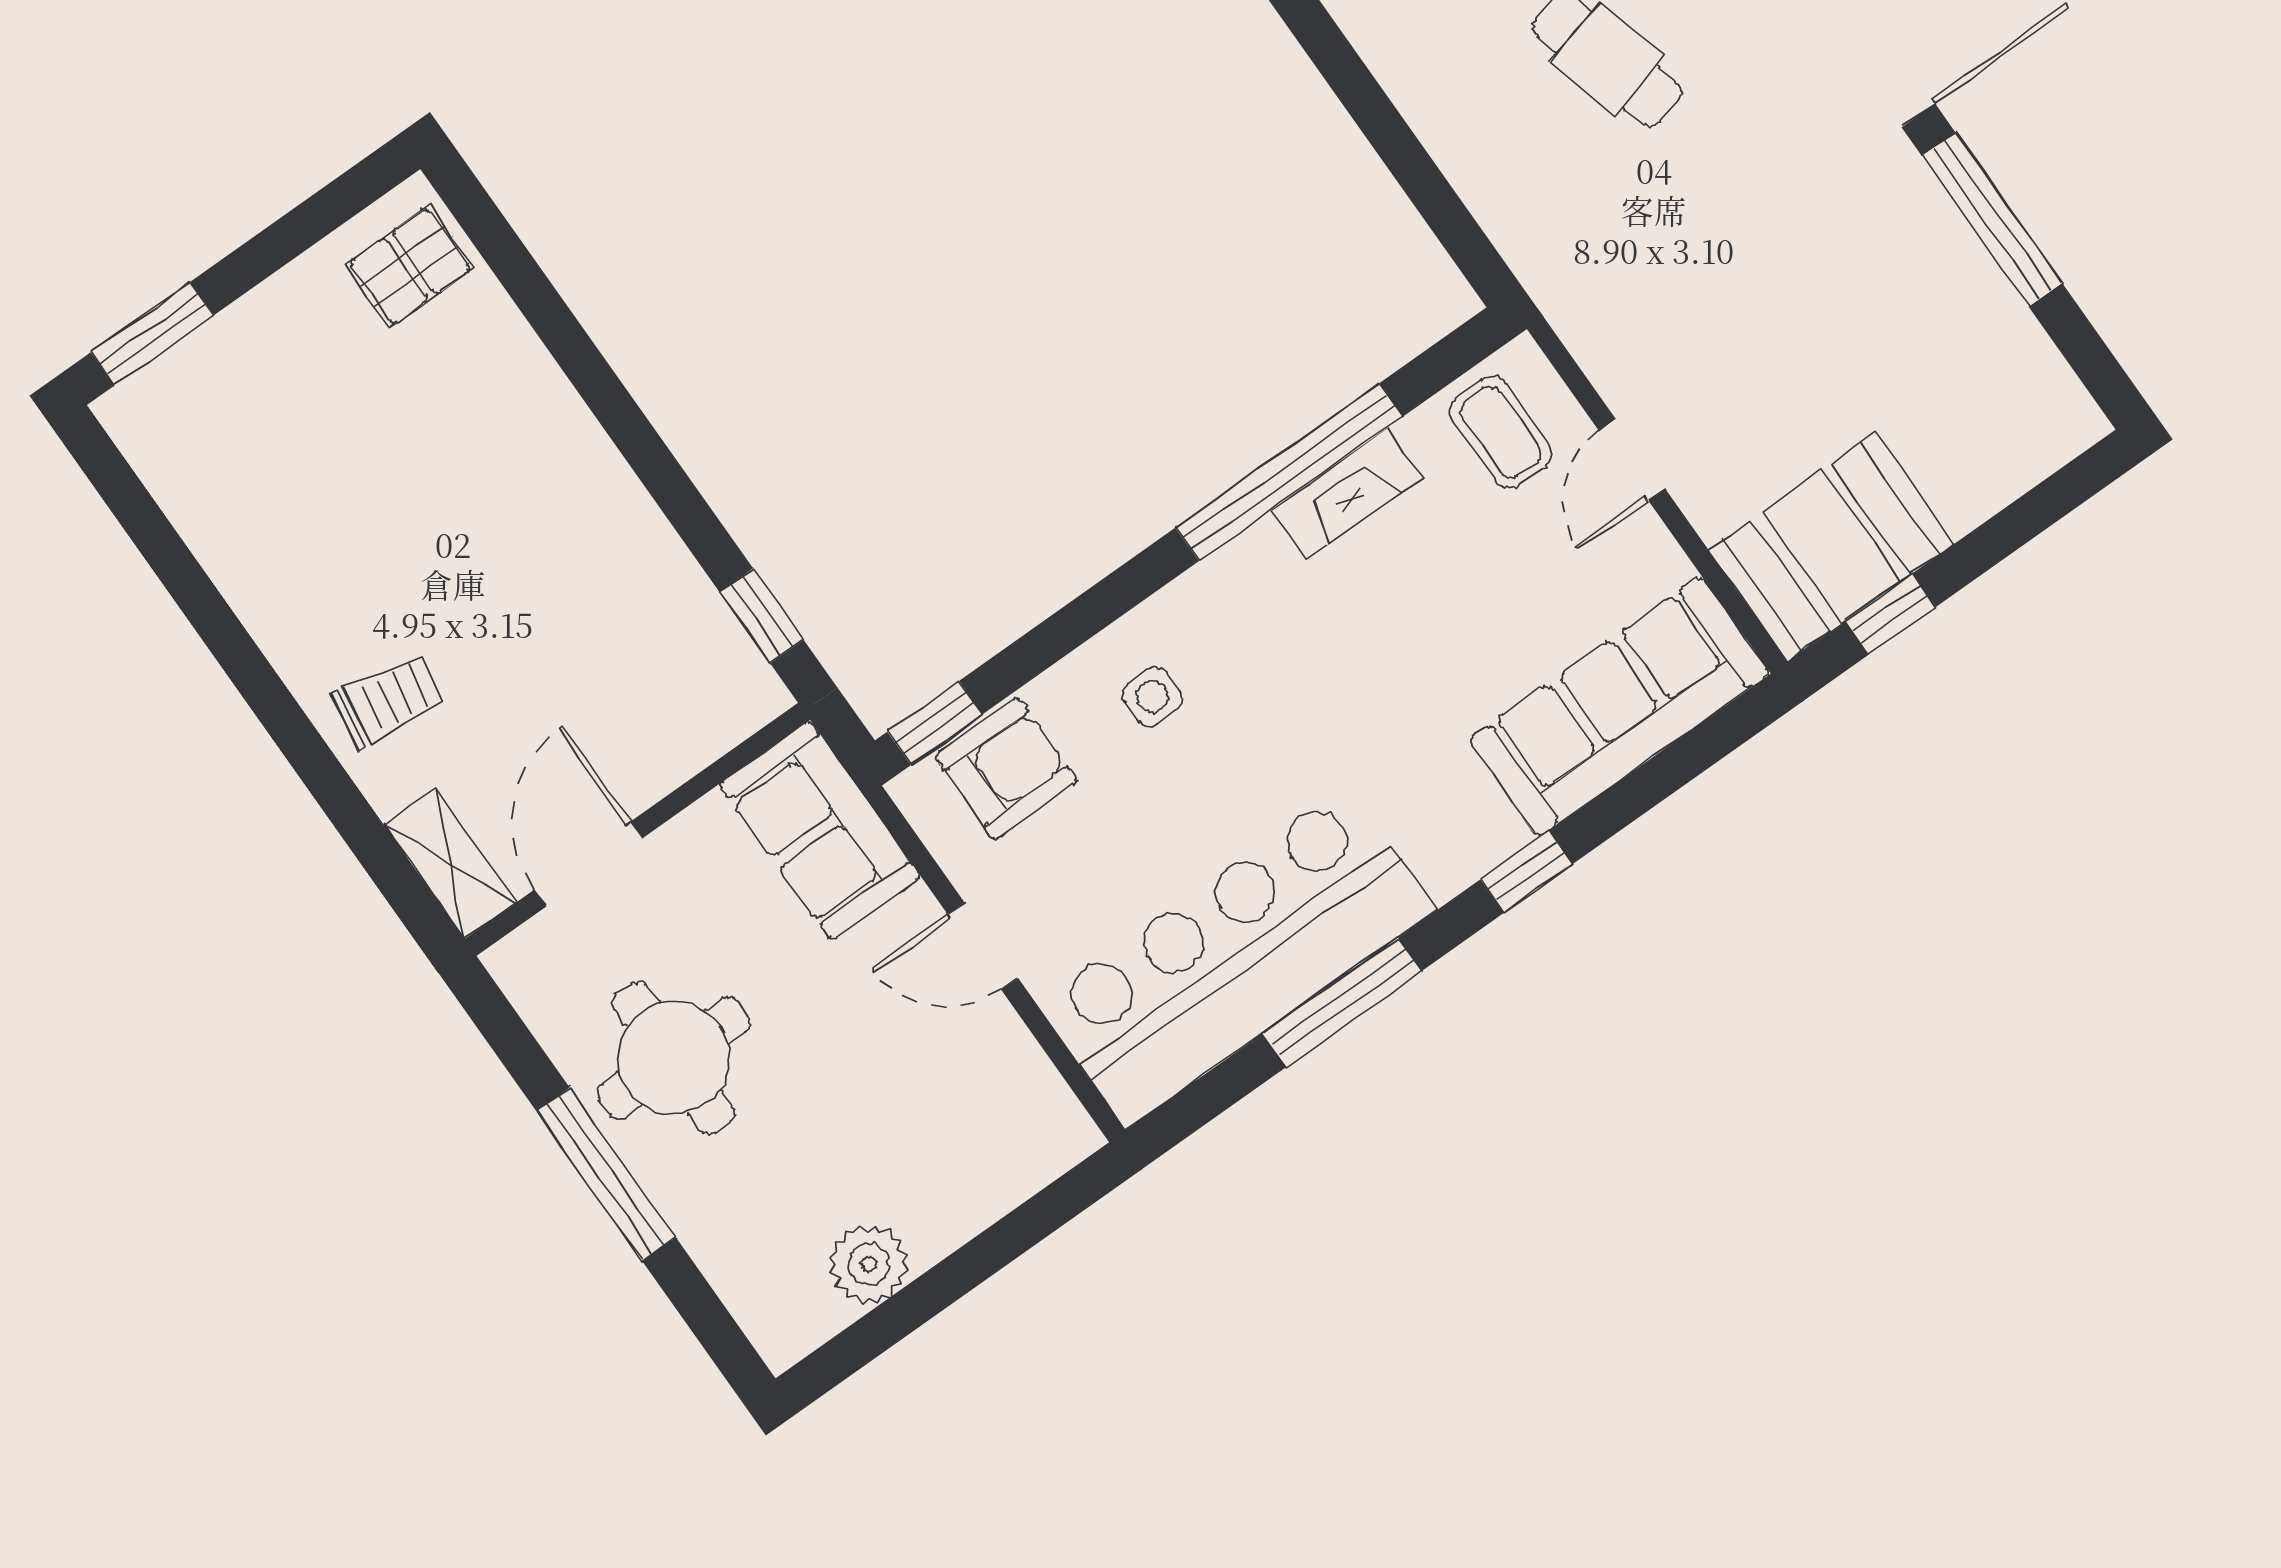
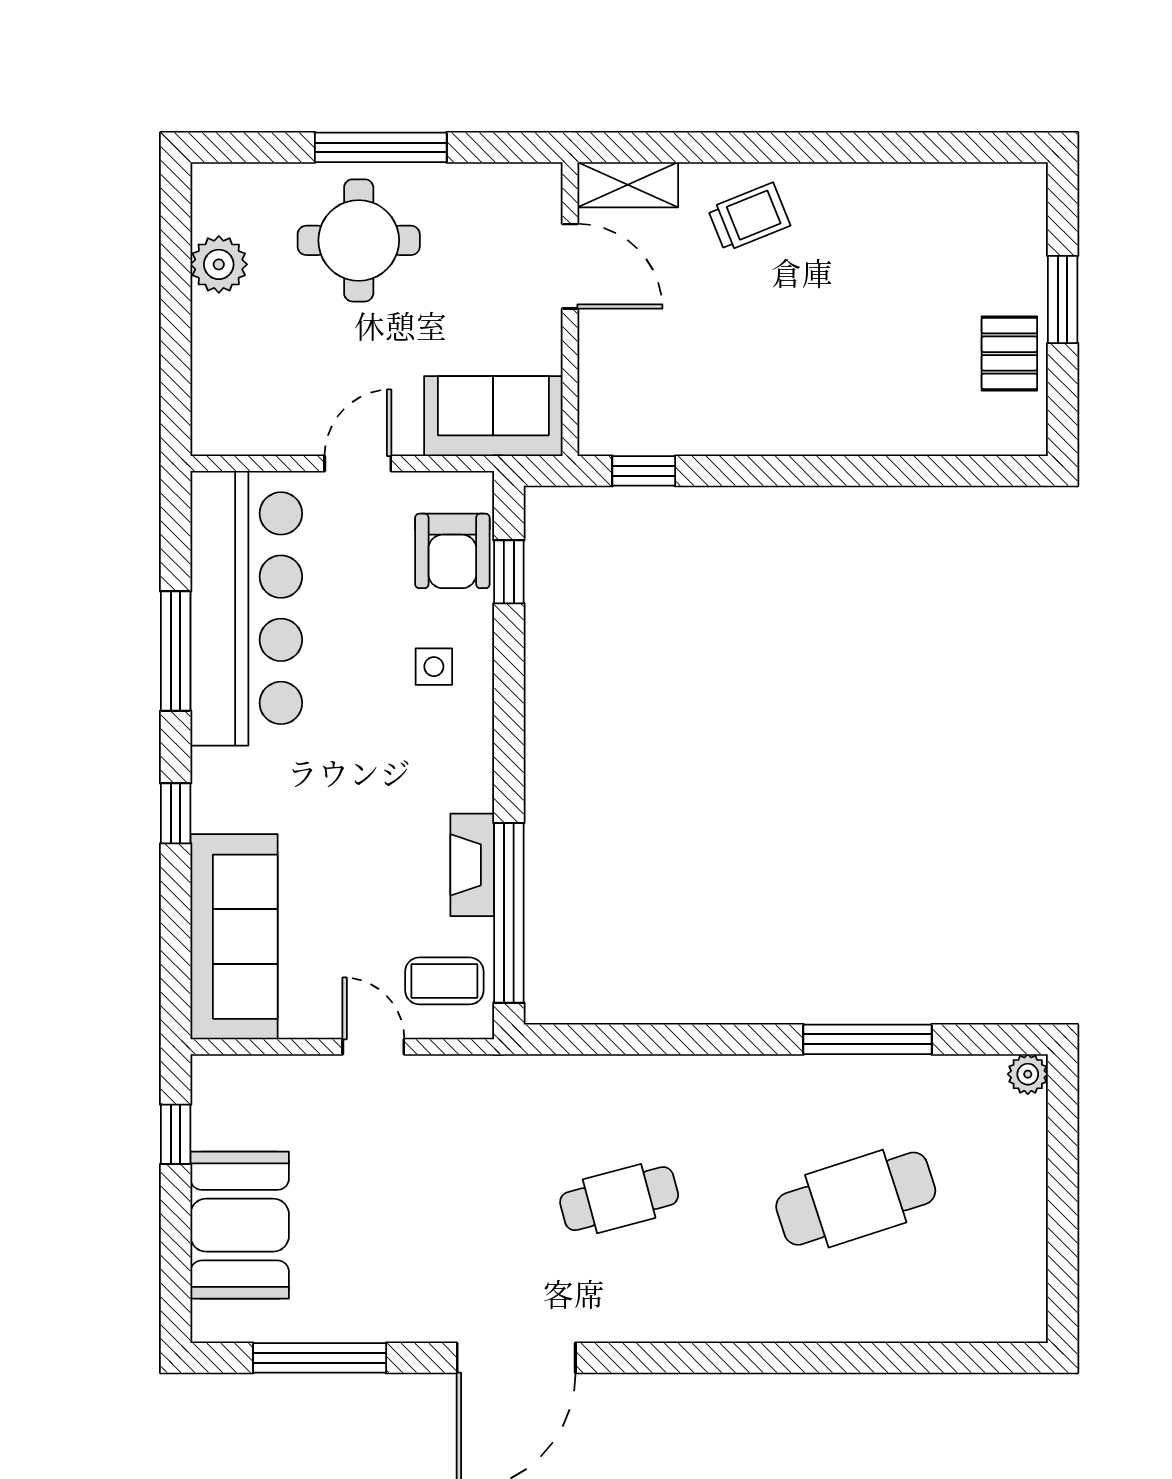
window: (1992, 219) -> (320, 1358), moved
pallet: (410, 266) -> (1009, 354), moved
window: (152, 334) -> (1063, 300), moved
window: (1289, 472) -> (509, 913), moved
booth: (1831, 547) -> (240, 1225), moved
trolley: (389, 700) -> (749, 217), turned -122
window: (935, 723) -> (509, 572), moved
round table: (674, 1058) -> (359, 240), moved

